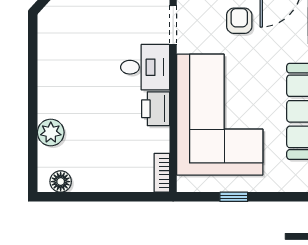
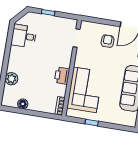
desk: (145, 67) -> (24, 36), moved, turned 180
corner sofa: (220, 115) -> (85, 90), width x0.73, depth x0.74
floor lamp: (61, 182) -> (23, 104), moved

